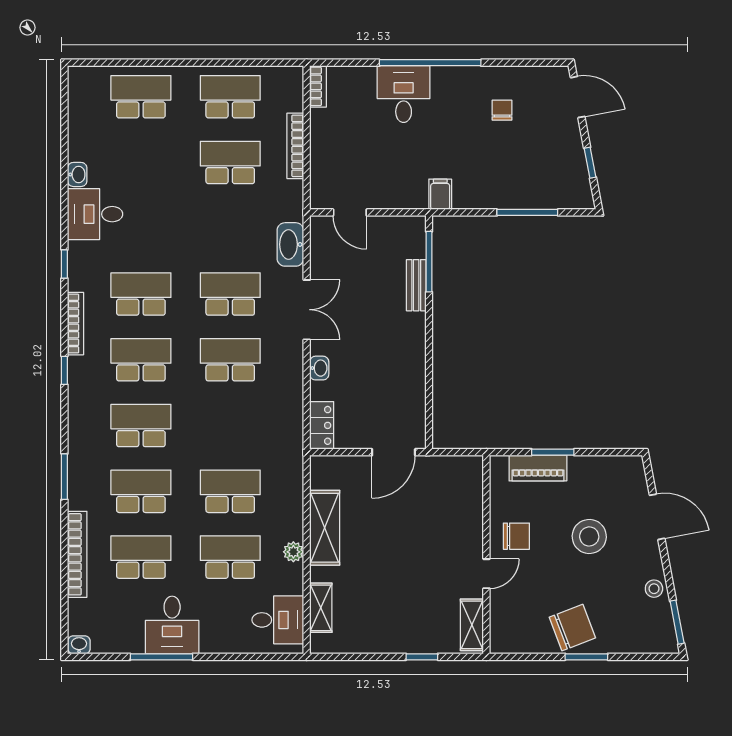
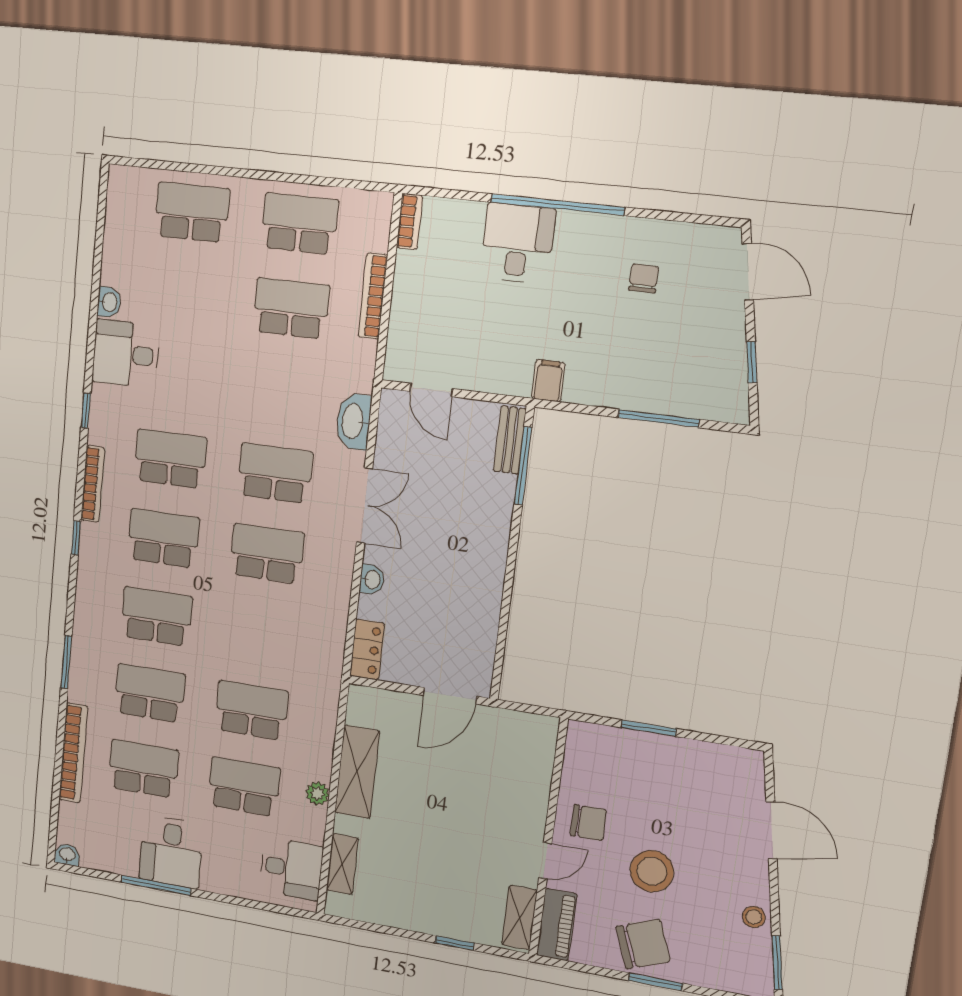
bench: (416, 285) -> (510, 440), moved
piano: (538, 468) -> (557, 925), moved, turned -90
stool: (589, 536) -> (652, 871), moved

